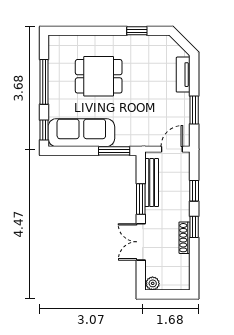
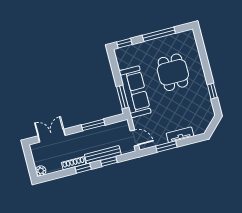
tv unit: (183, 75) -> (180, 135), moved
sofa: (81, 133) -> (135, 92), moved
bench: (152, 183) -> (103, 155), moved
double door: (141, 242) -> (52, 136), moved
plant: (153, 283) -> (41, 171), moved

